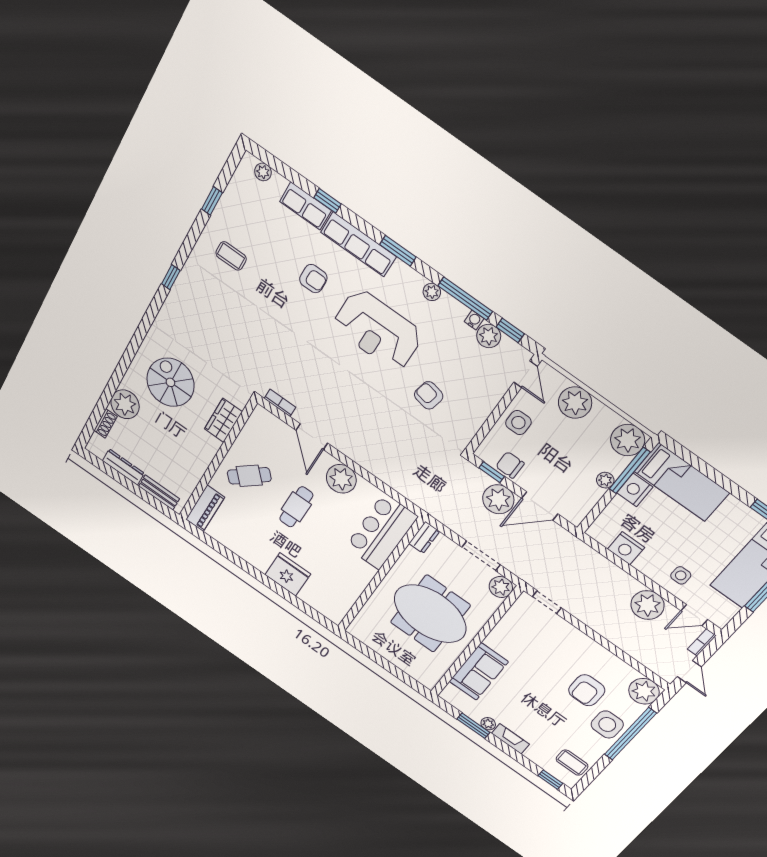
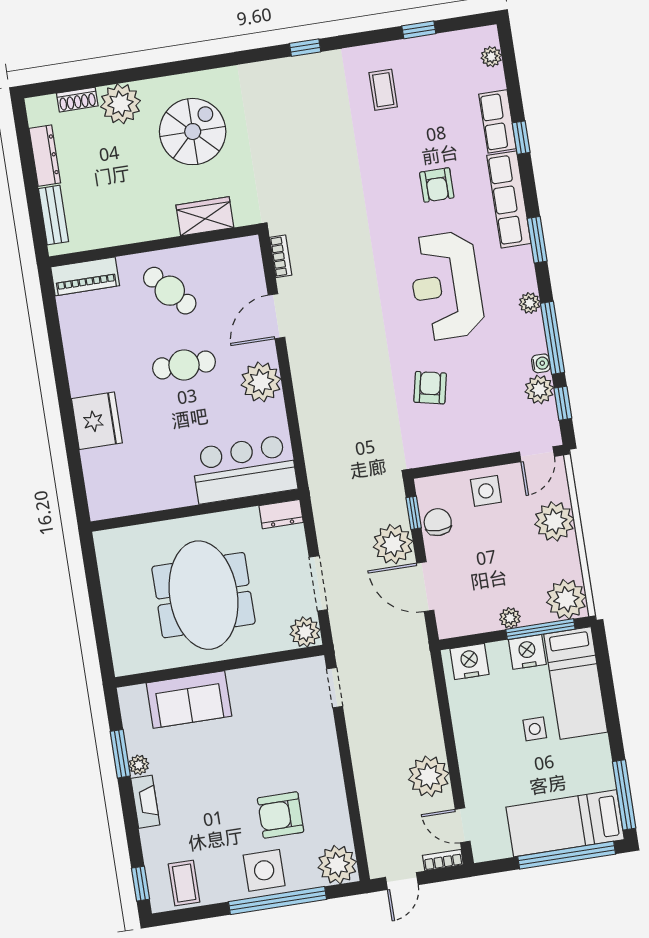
nightstand: (626, 548) -> (470, 662), moved, turned 90
side table: (681, 575) -> (535, 729), moved

